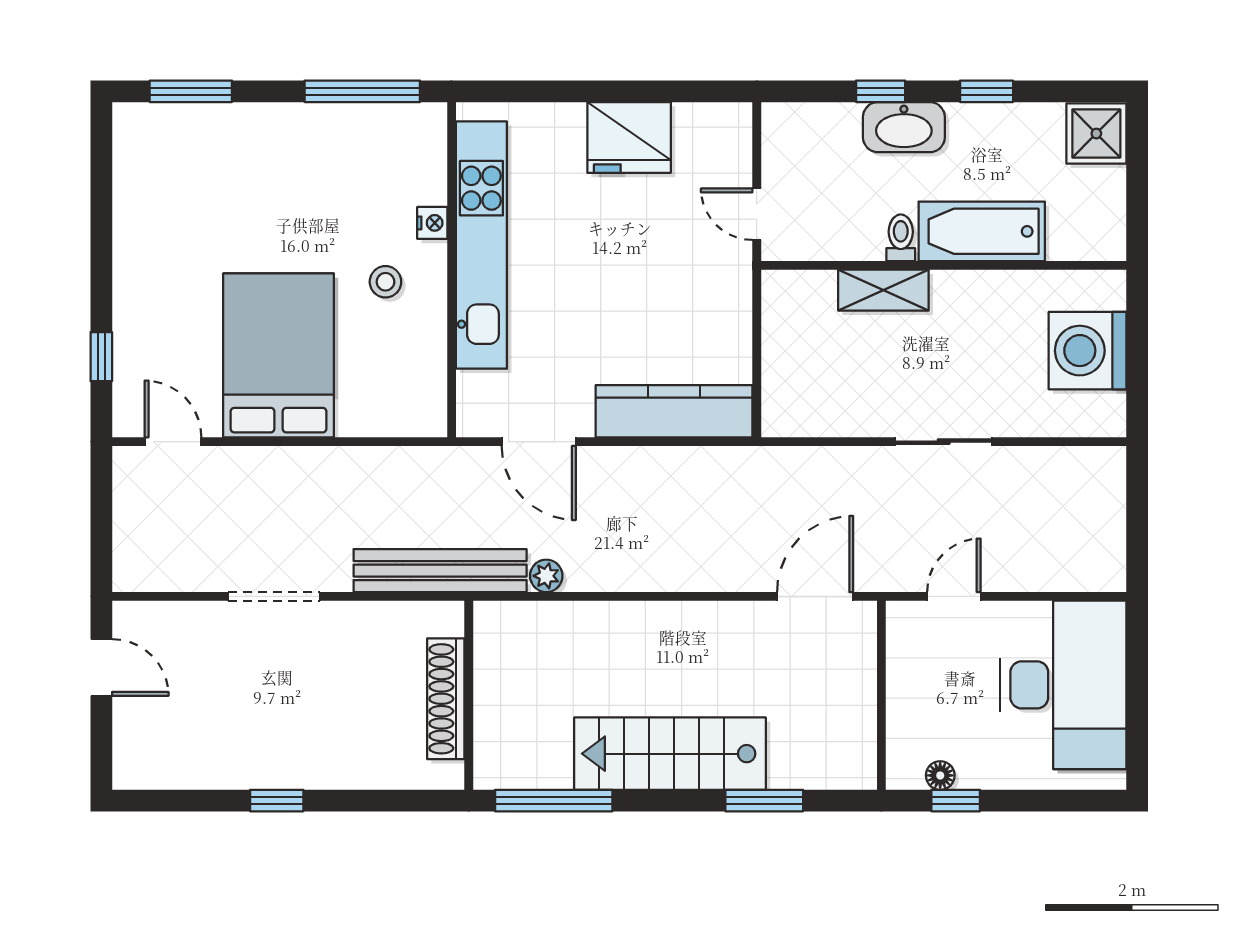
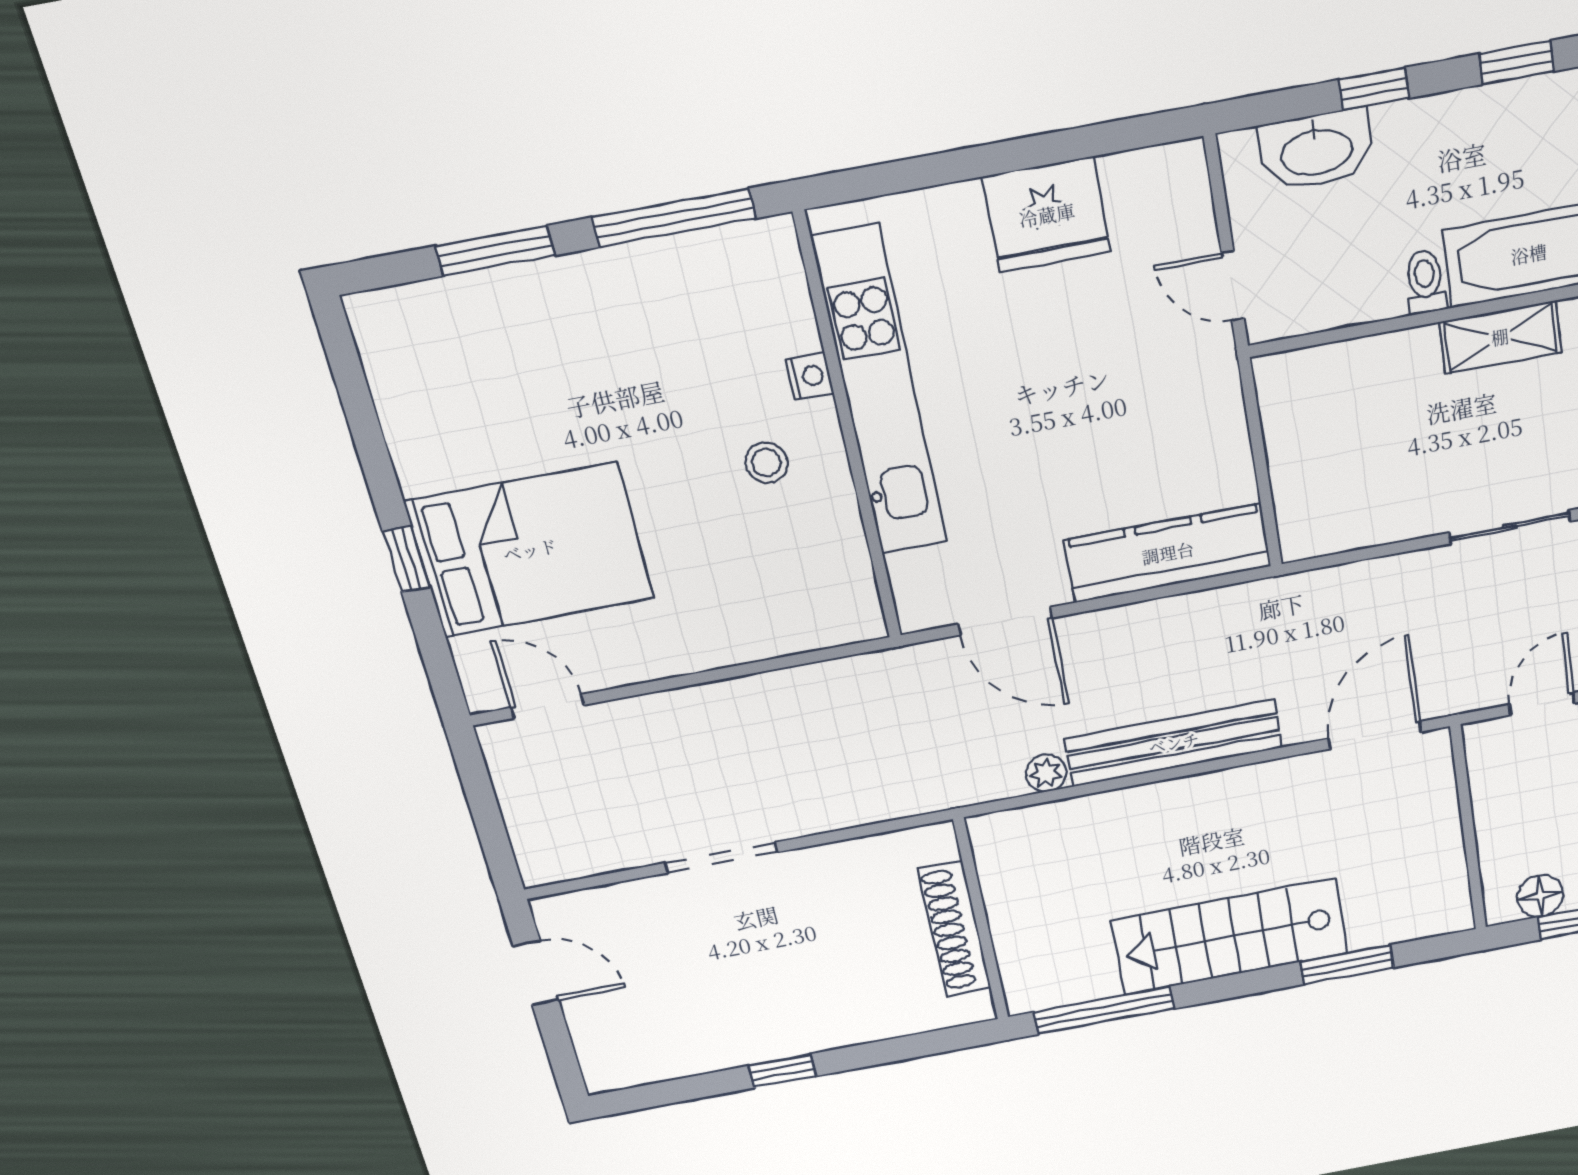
window: (191, 91) -> (495, 251), moved
washbasin: (904, 127) -> (1316, 150), moved
shelving: (883, 290) -> (1500, 337), moved
bed: (279, 355) -> (530, 550), moved, turned 90
window: (101, 357) -> (406, 559), moved
bench: (440, 571) -> (1174, 743), moved
floor lamp: (940, 775) -> (1540, 896), width x1.37, depth x1.37

